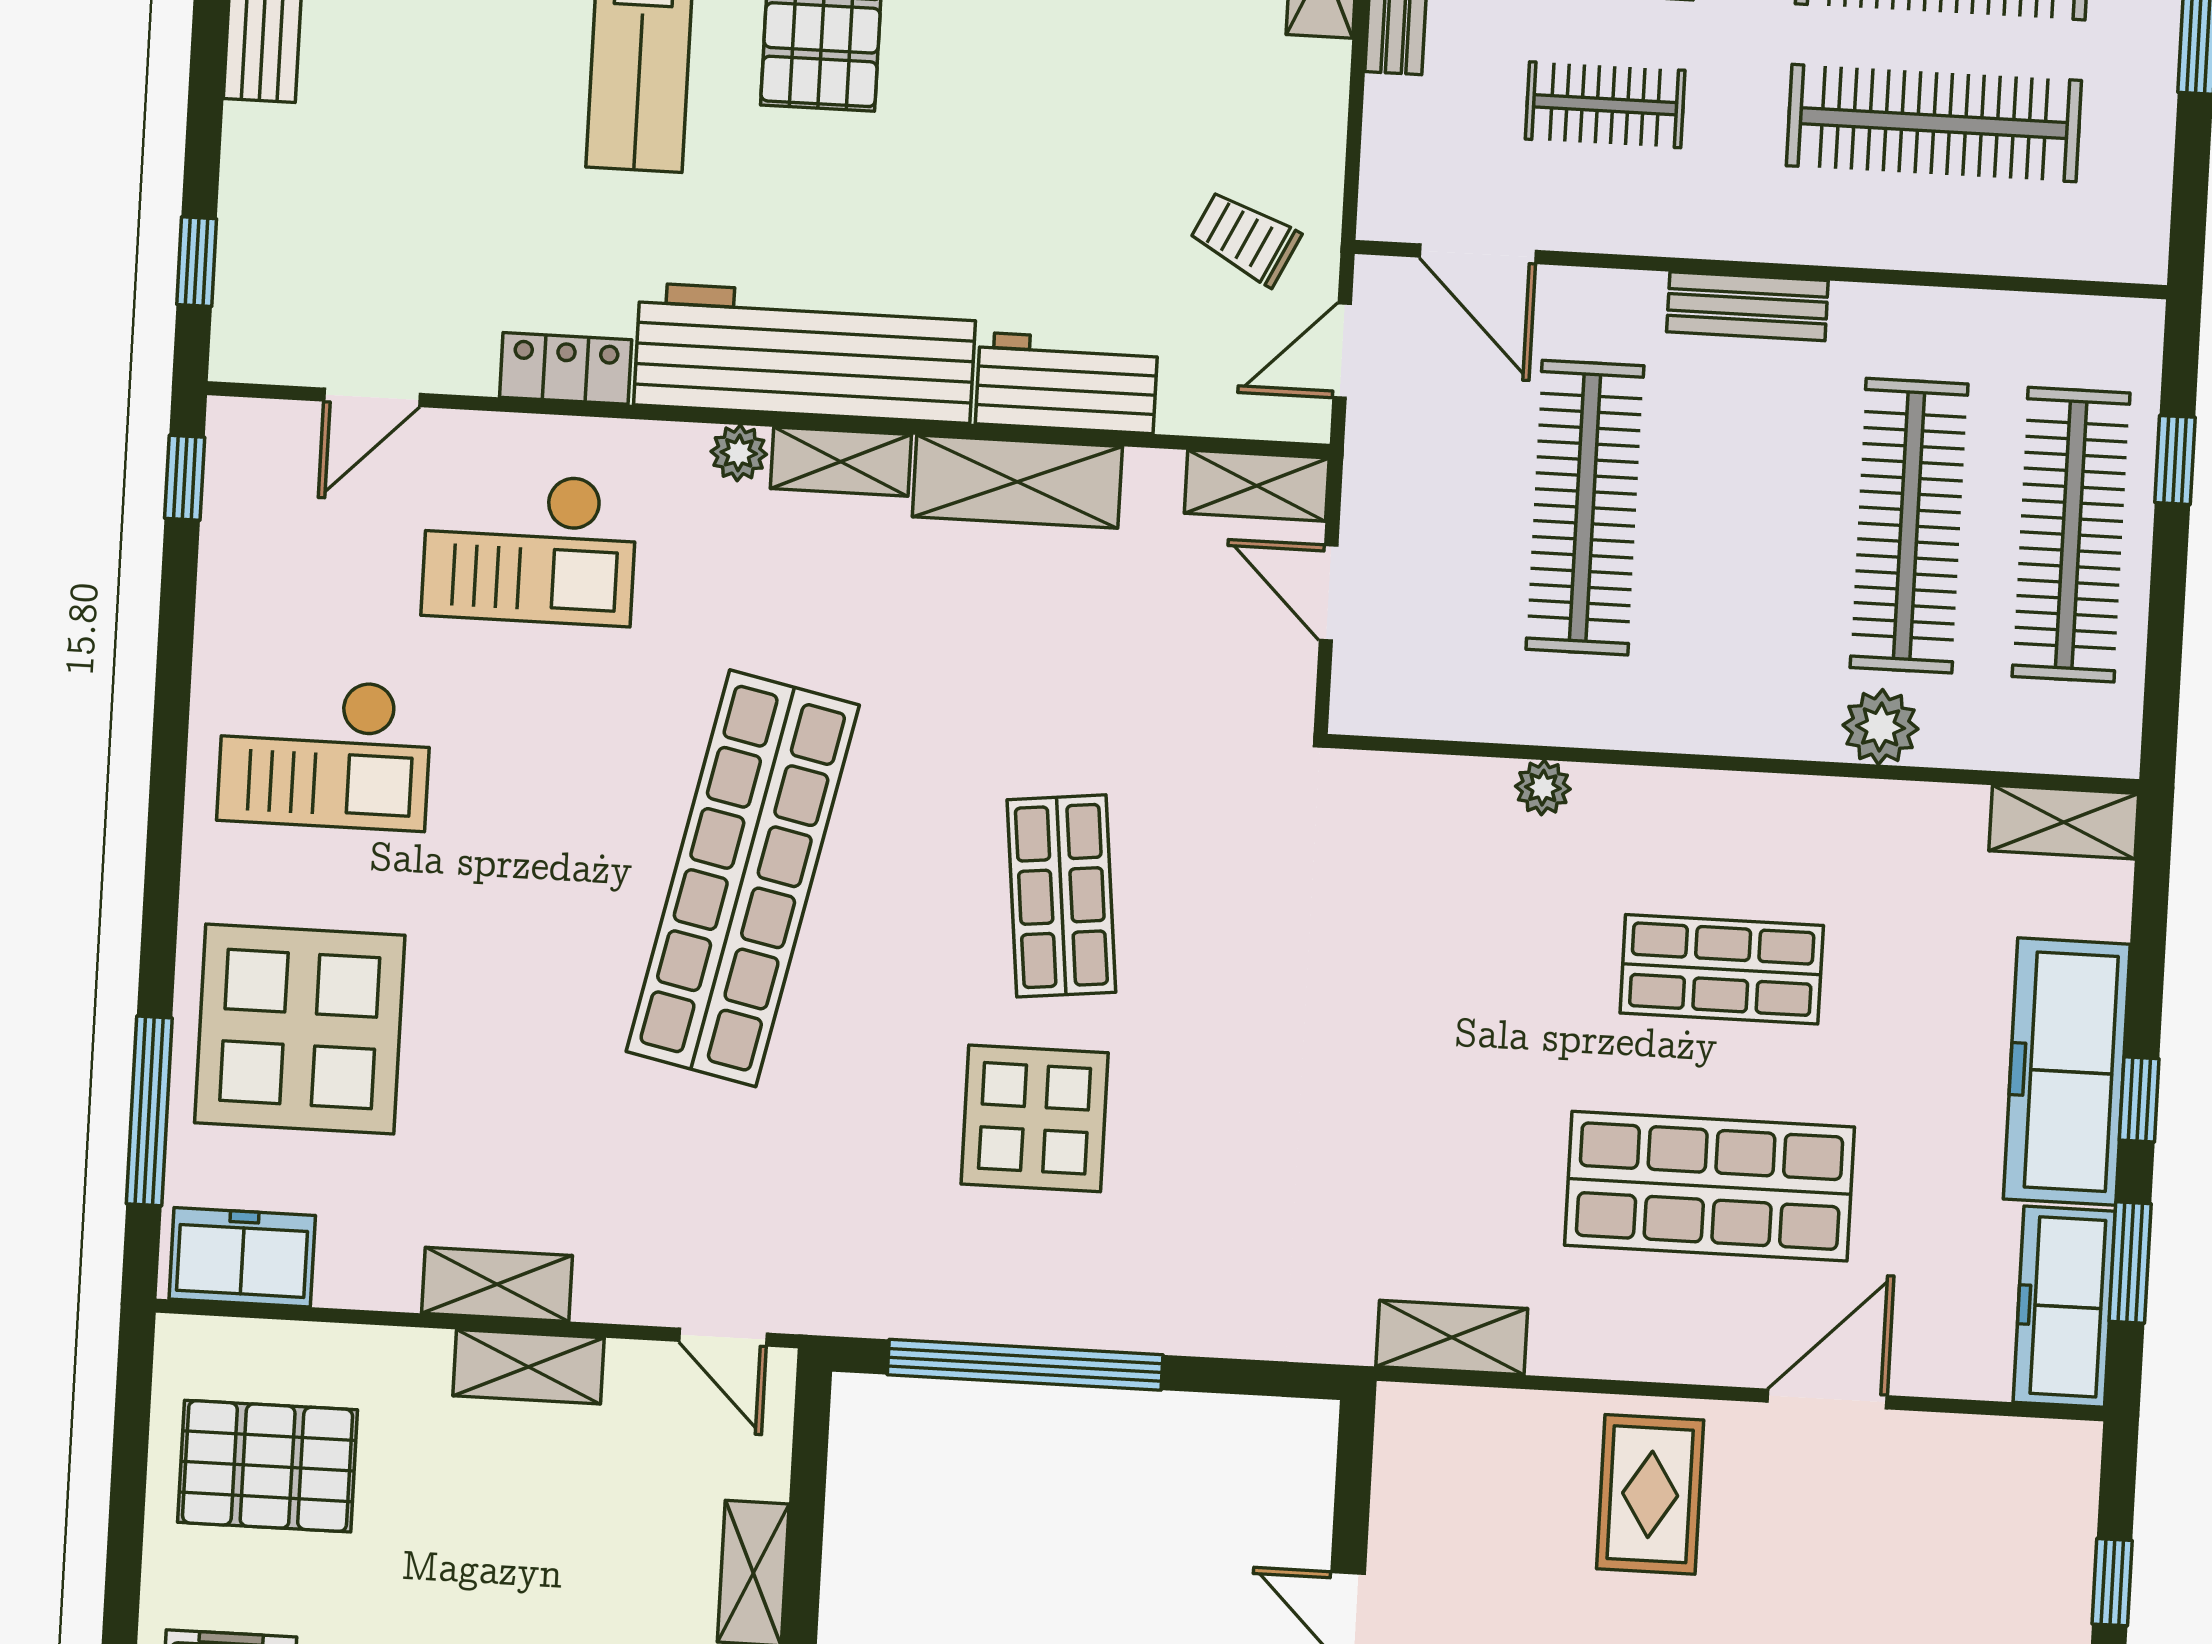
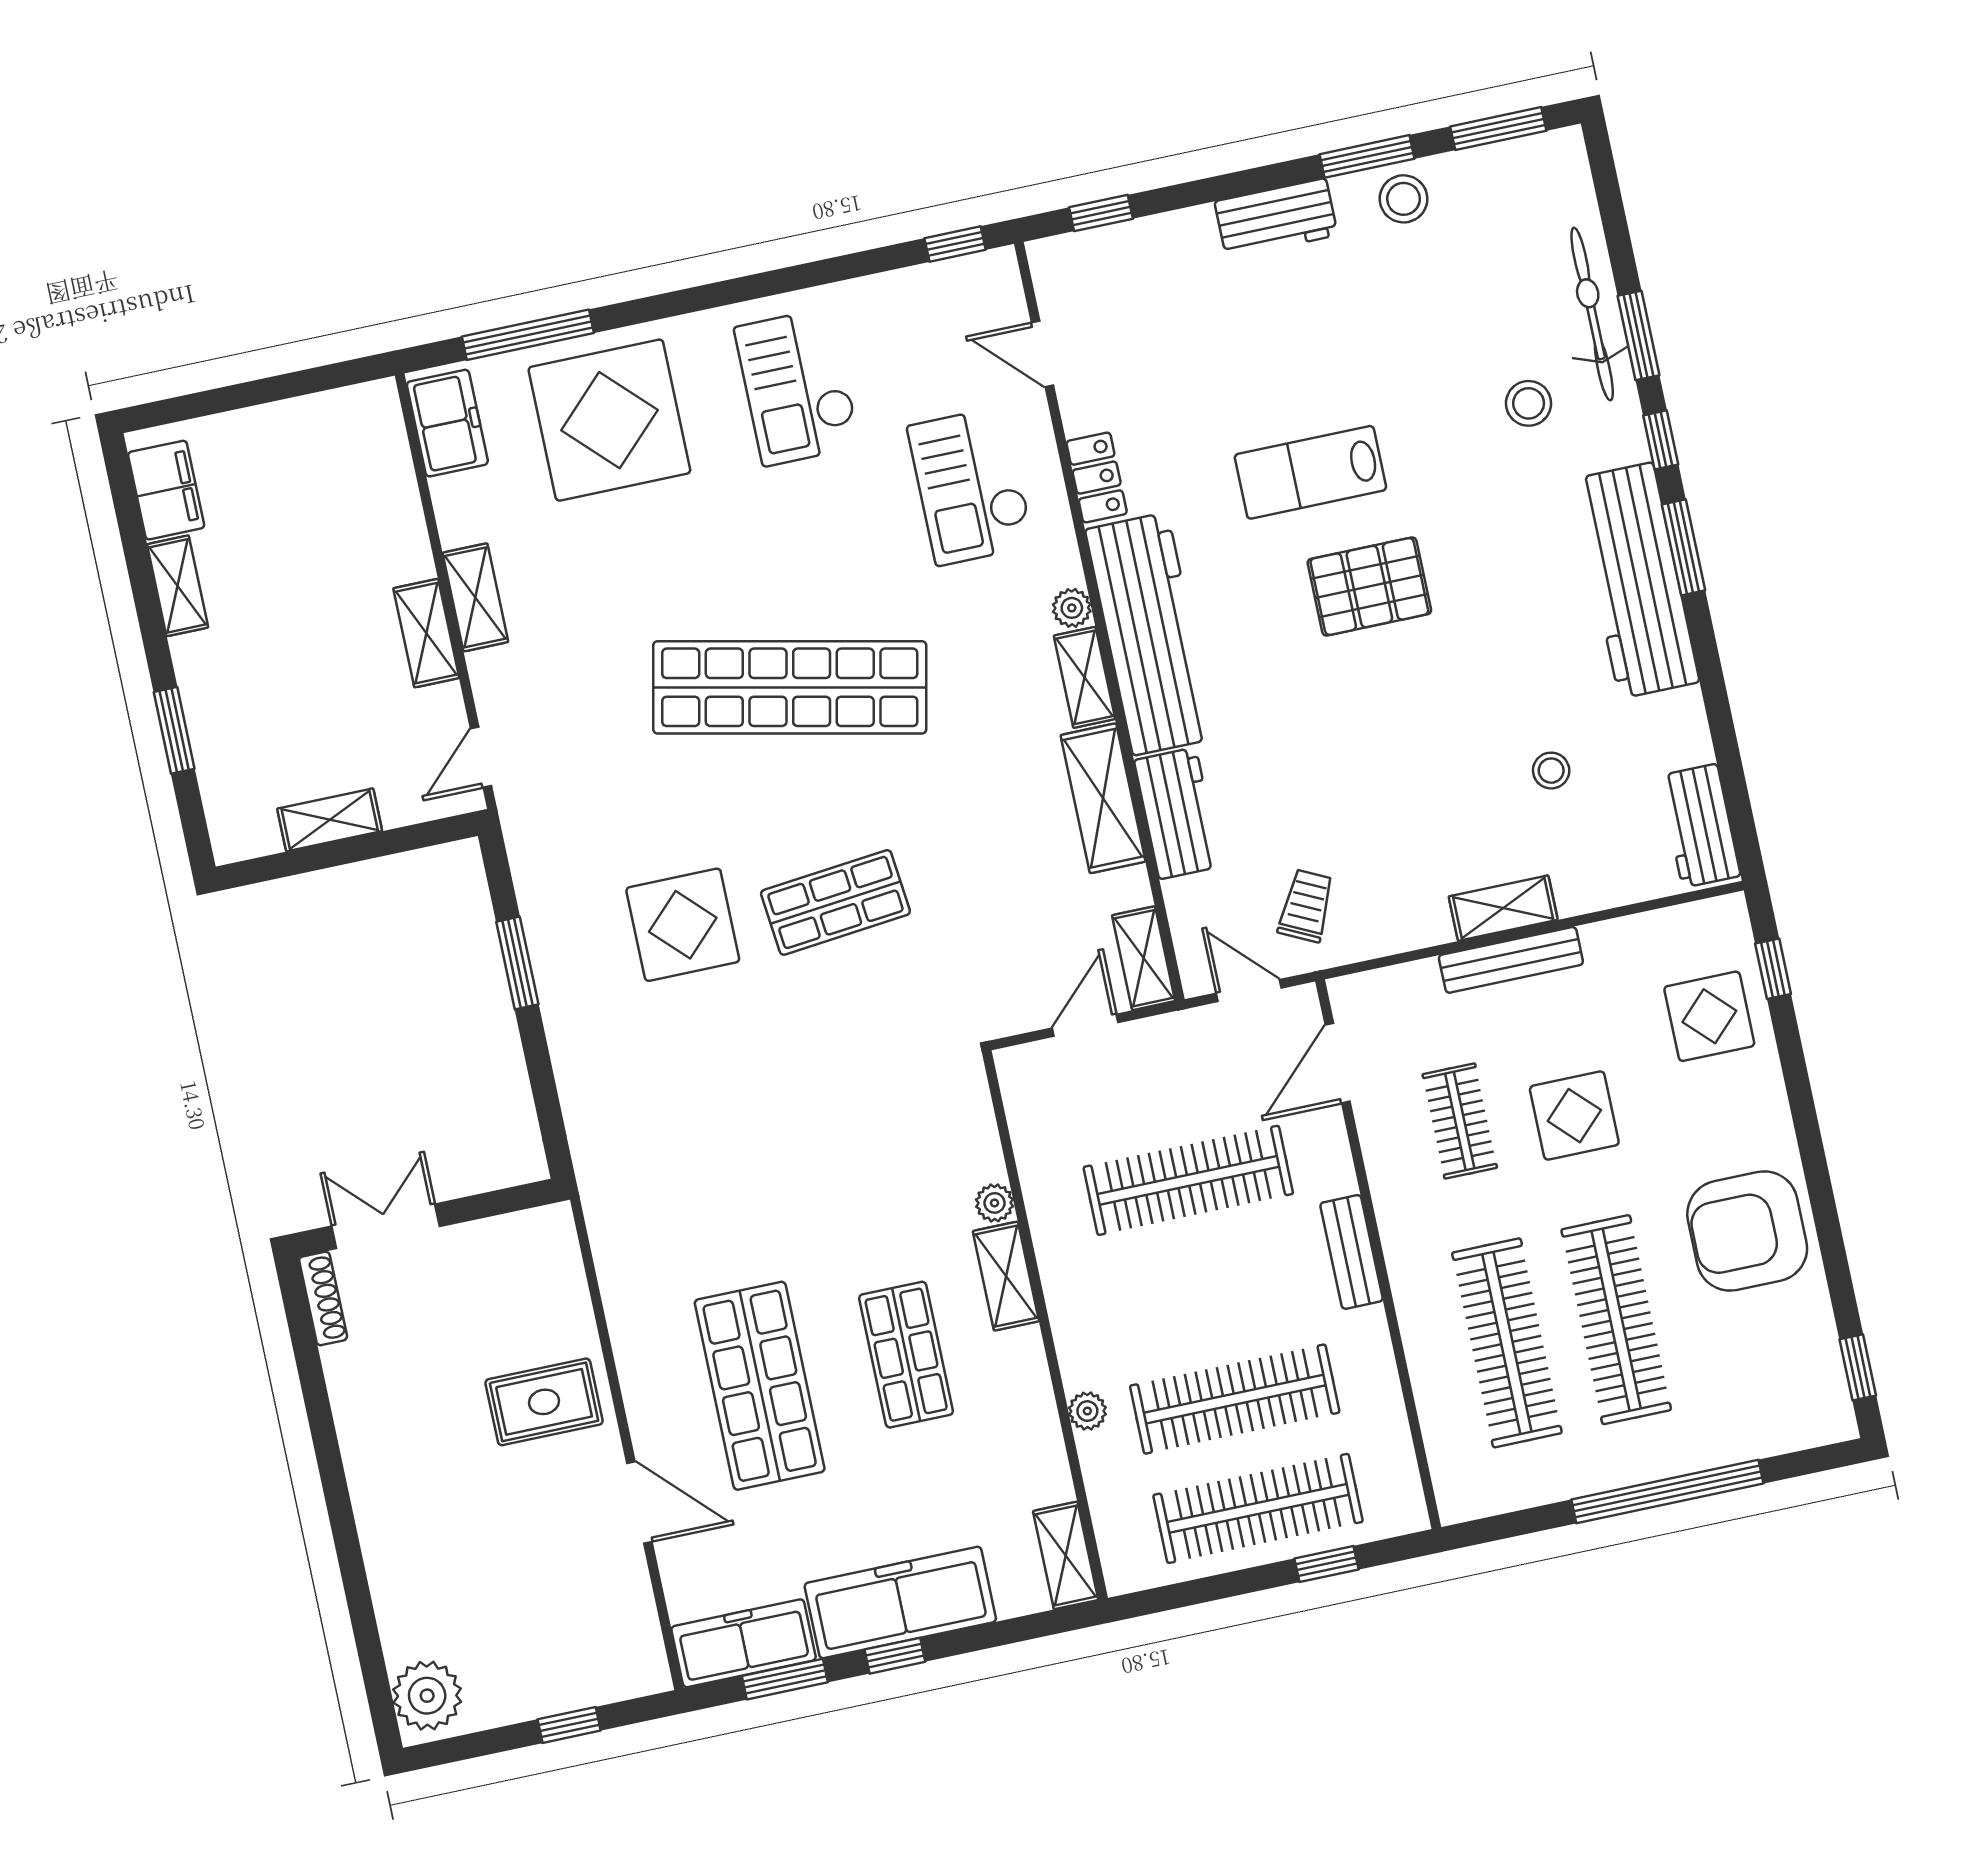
plant: (1881, 727) -> (1087, 1411), width x0.73, depth x0.73
shelving: (1452, 1337) -> (1006, 1276), moved
window: (1025, 1365) -> (517, 963), width x0.47
pallet: (268, 1466) -> (313, 478), removed

